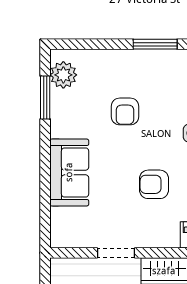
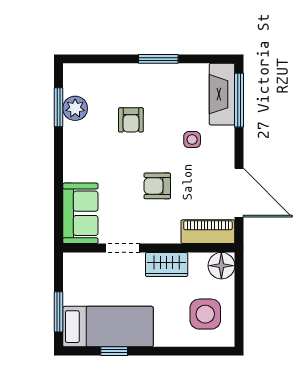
plant: (63, 75) -> (75, 108), moved
sofa: (69, 172) -> (80, 213), moved

